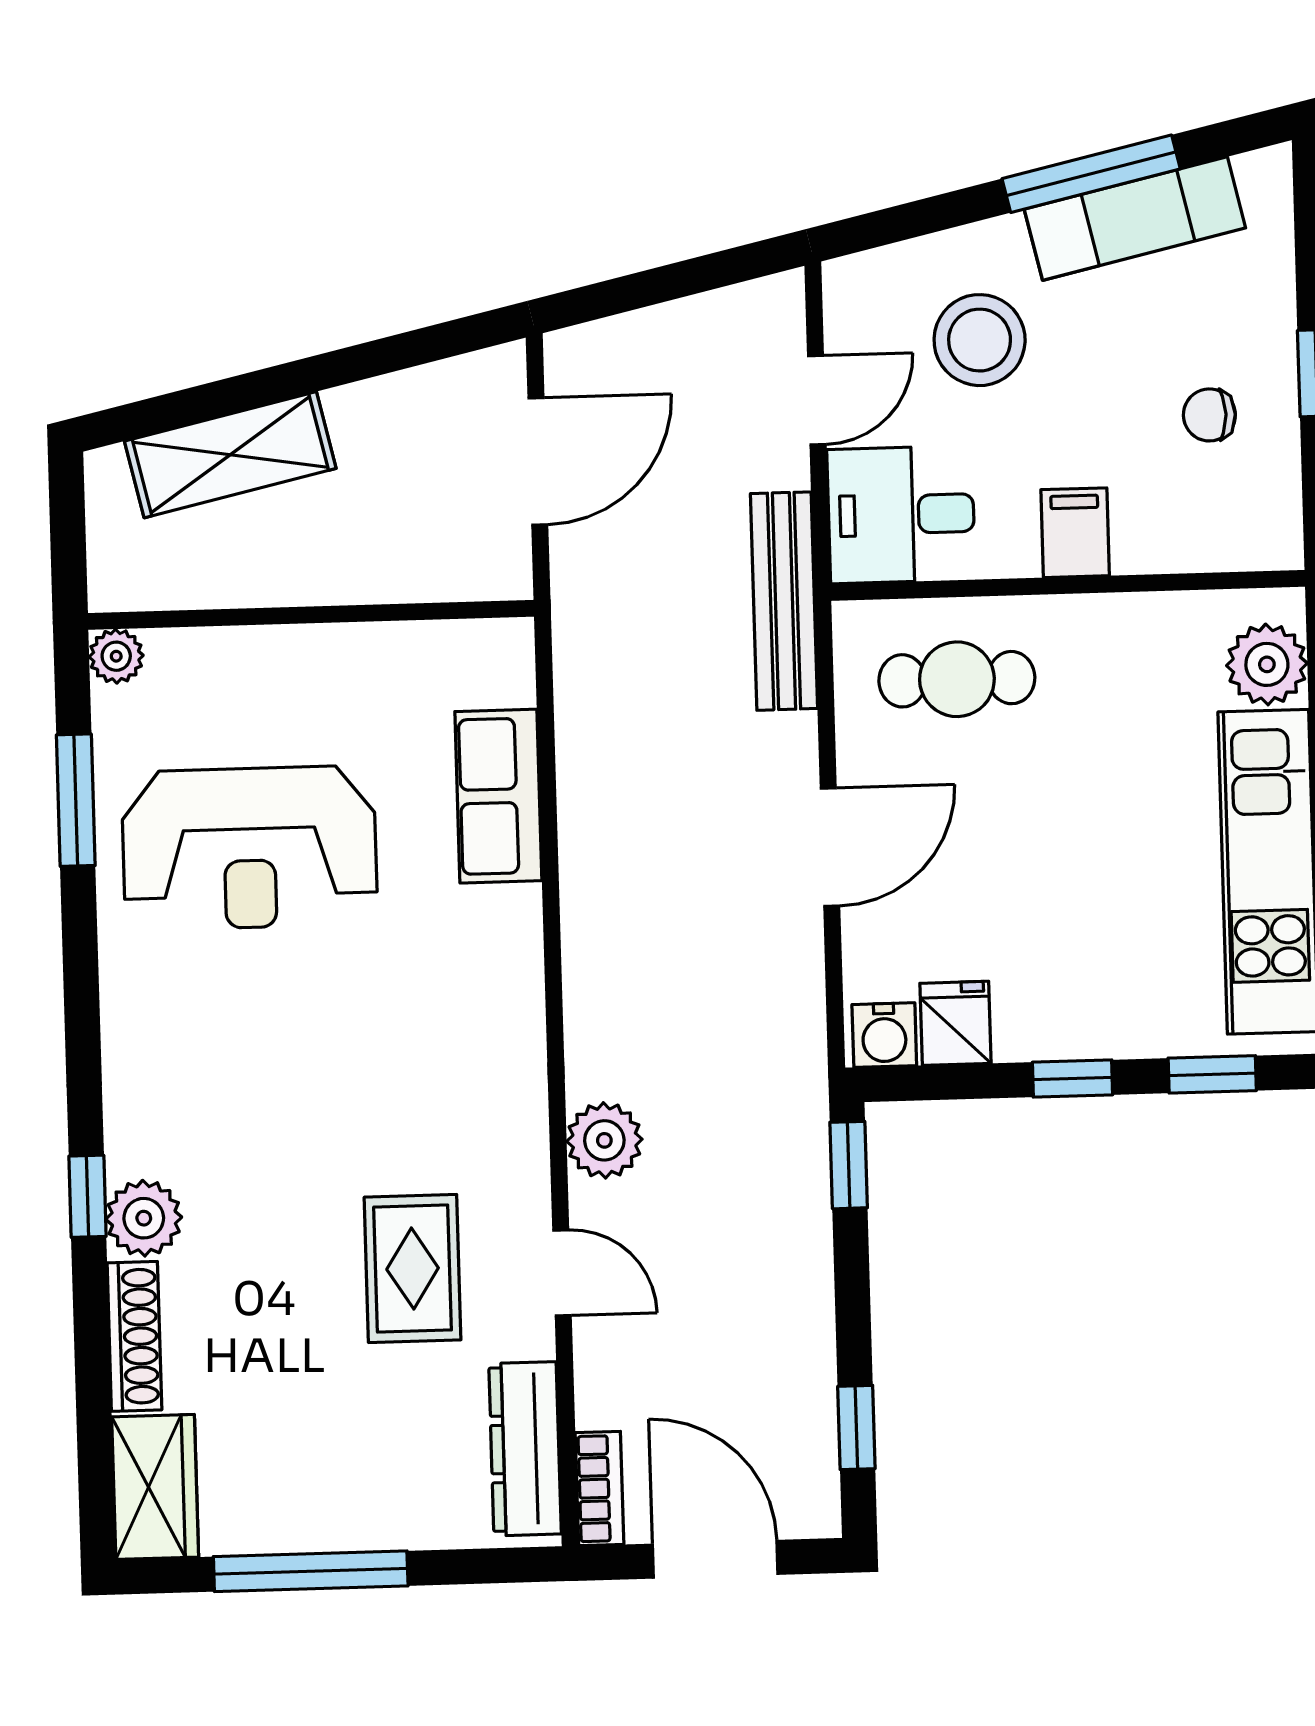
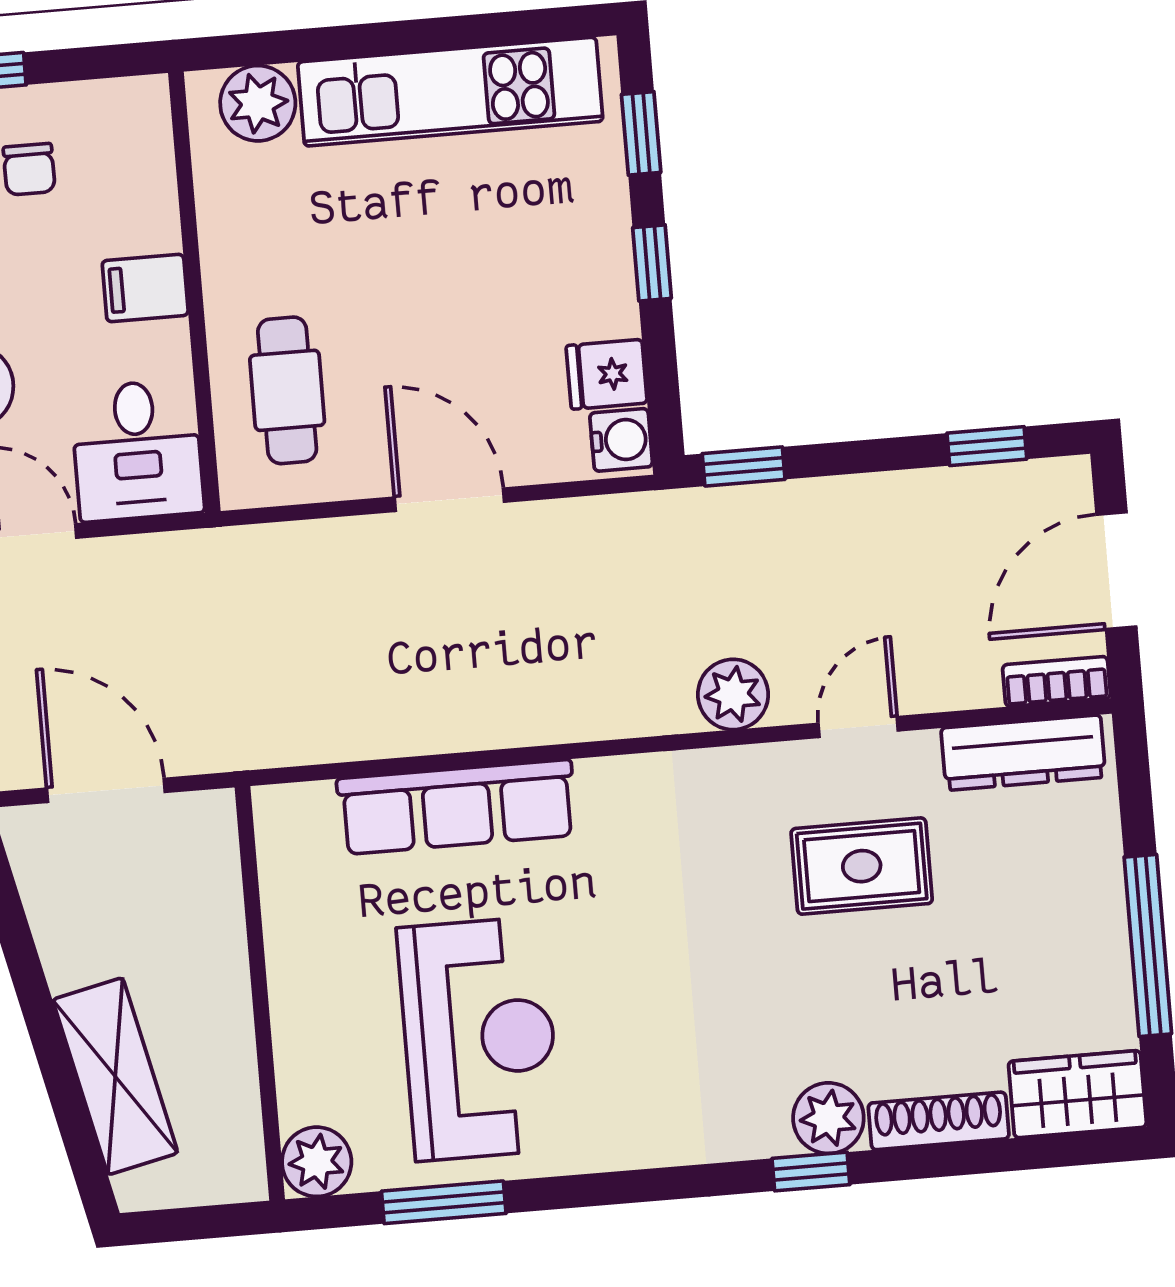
bench: (784, 601) -> (223, 555), removed
plant: (116, 656) -> (317, 1162), width x1.38, depth x1.38
row of seats: (498, 796) -> (457, 807), width x1.48

